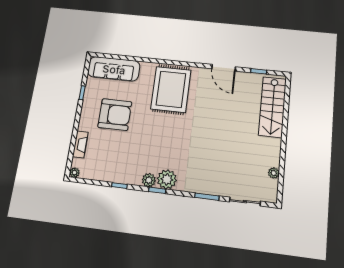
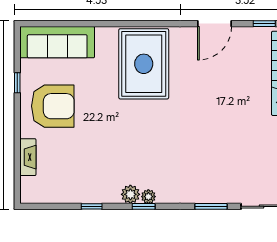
door: (224, 68) -> (215, 24), hinge flipped
armchair: (115, 115) -> (53, 106), moved
plant: (75, 173) -> (27, 197), removed
plant: (167, 179) -> (148, 197), width x0.53, depth x0.53

